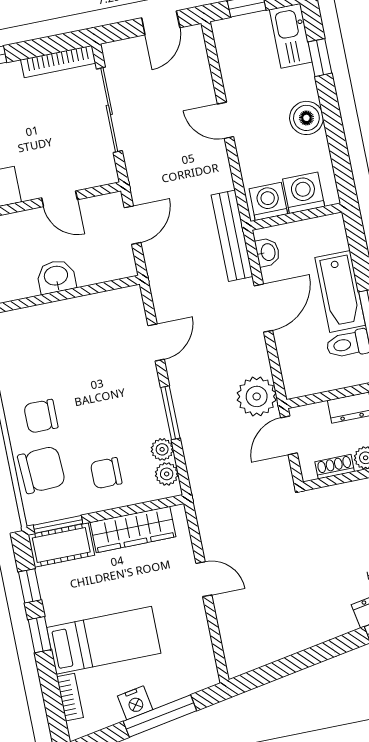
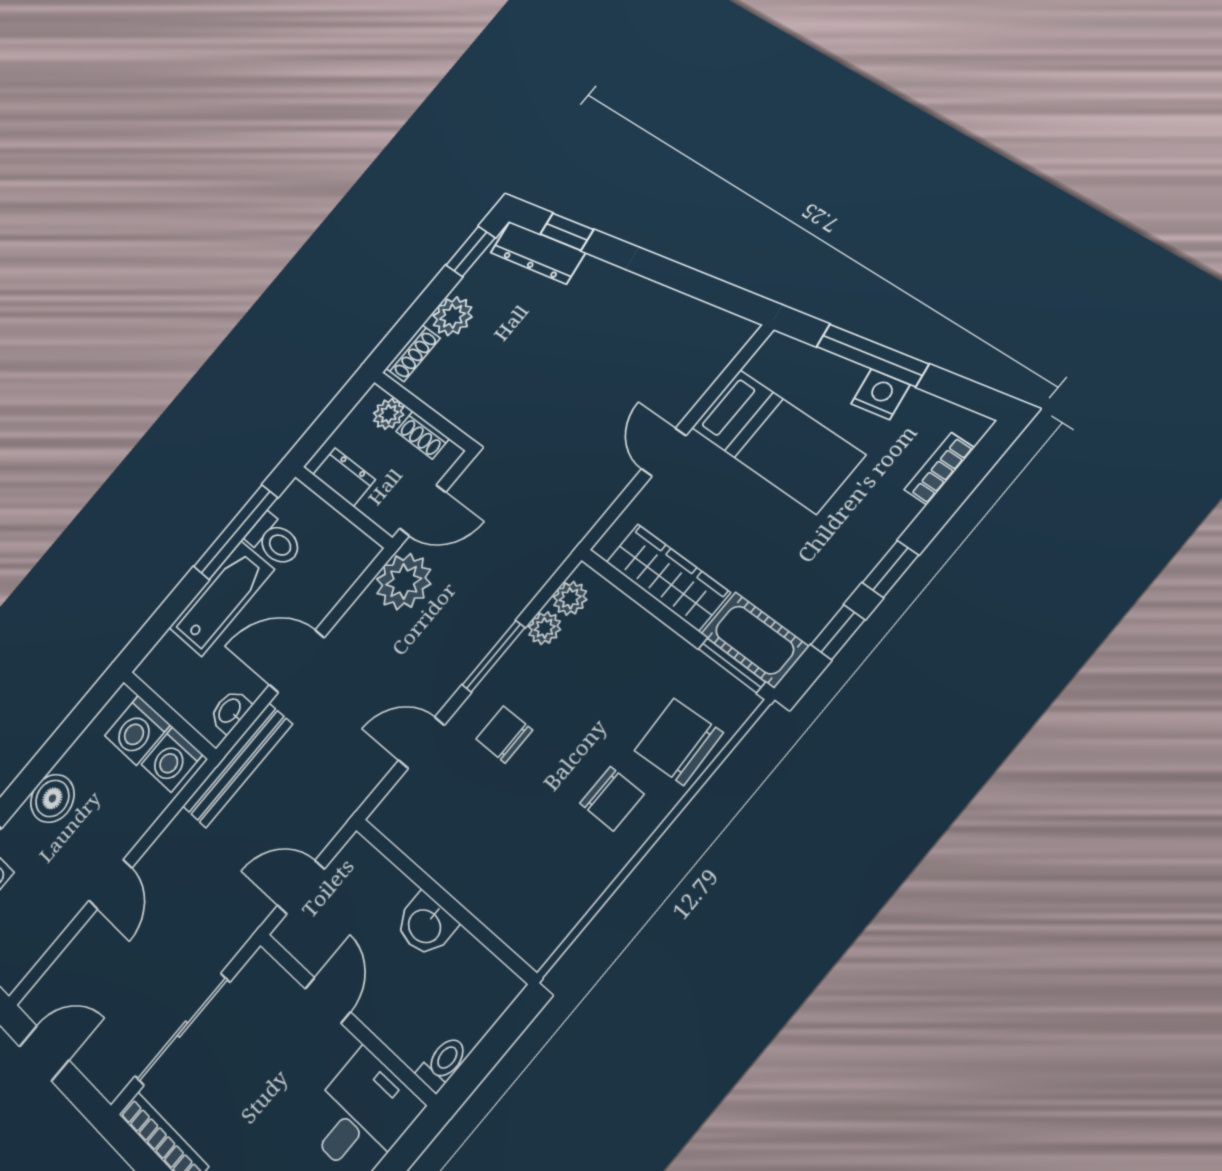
chair: (106, 473) -> (504, 735), moved, turned 180
bed: (104, 640) -> (777, 441), moved, turned 180

